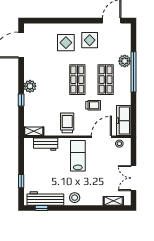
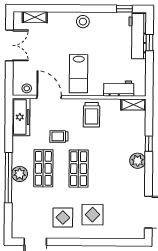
plant: (125, 61) -> (20, 174), moved
door: (101, 137) -> (49, 97), swing flipped
workbench: (45, 198) -> (138, 36), moved, turned 90

